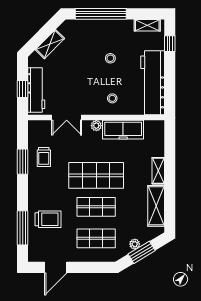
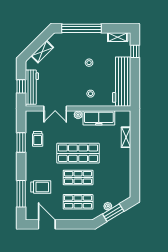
shelving: (158, 171) -> (126, 137), moved
shelving: (156, 206) -> (124, 177), removed
door: (56, 267) -> (47, 224), swing flipped

